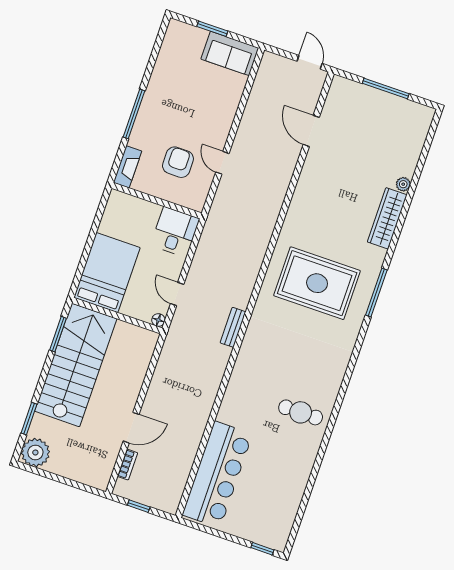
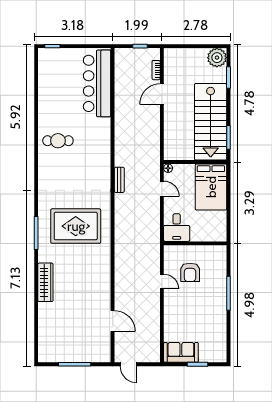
fireplace: (128, 167) -> (221, 258), removed
plant: (403, 184) -> (43, 307), removed

